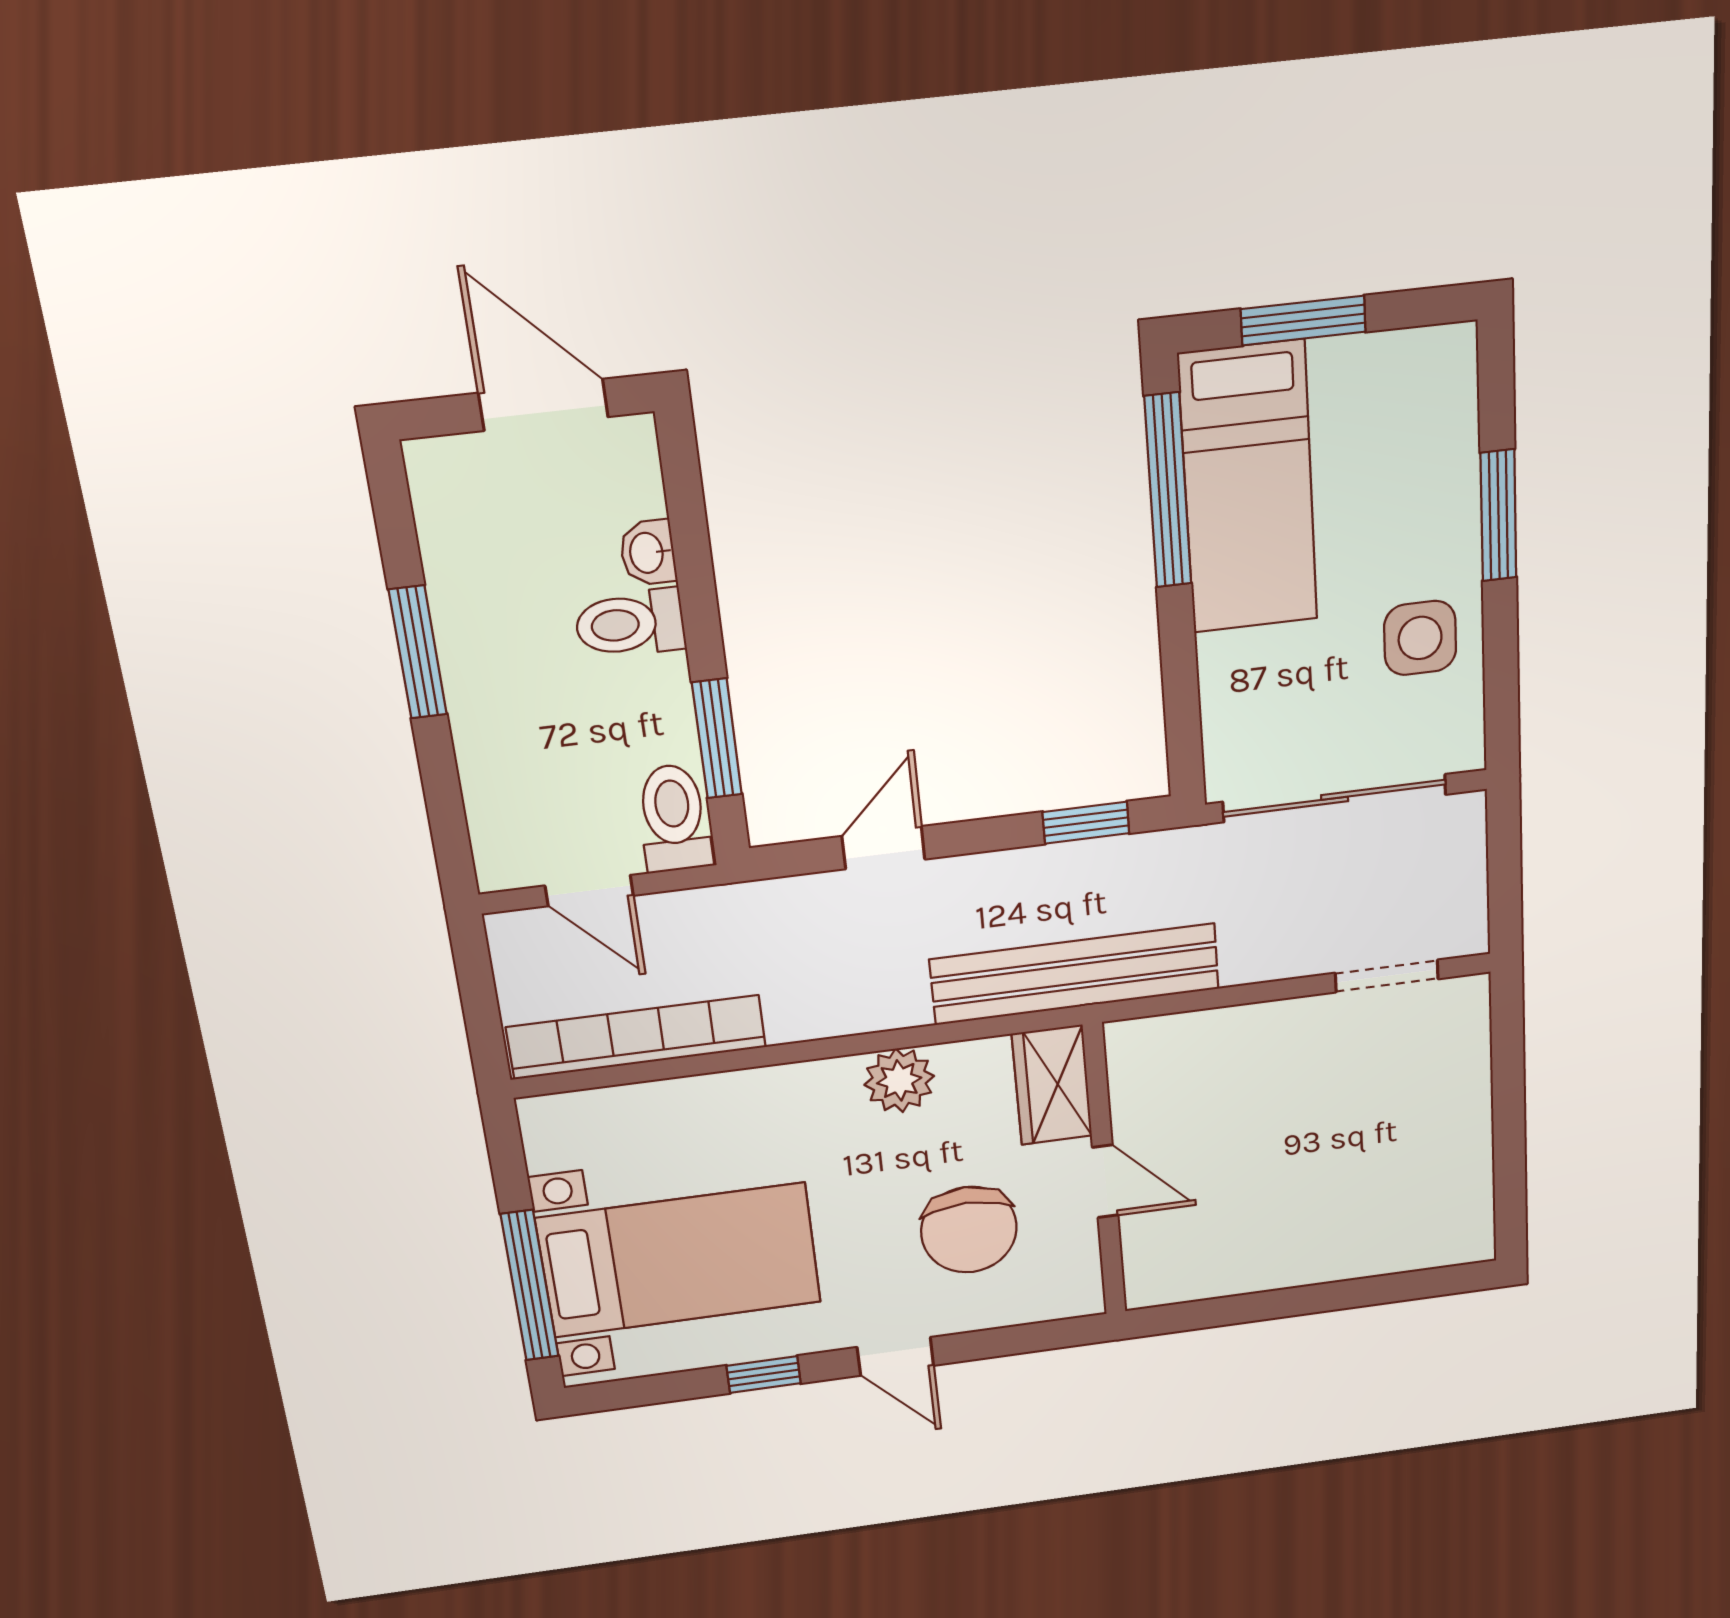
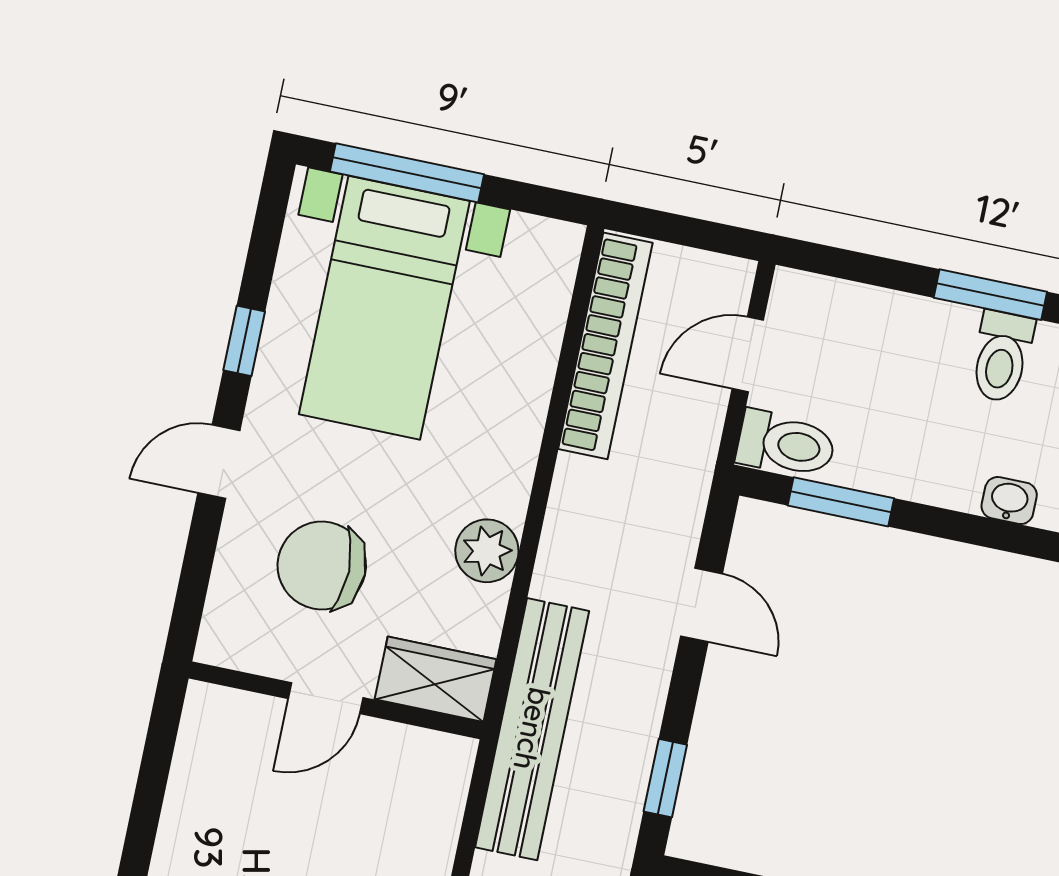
toilet: (630, 624) -> (1002, 357), moved, turned 180

